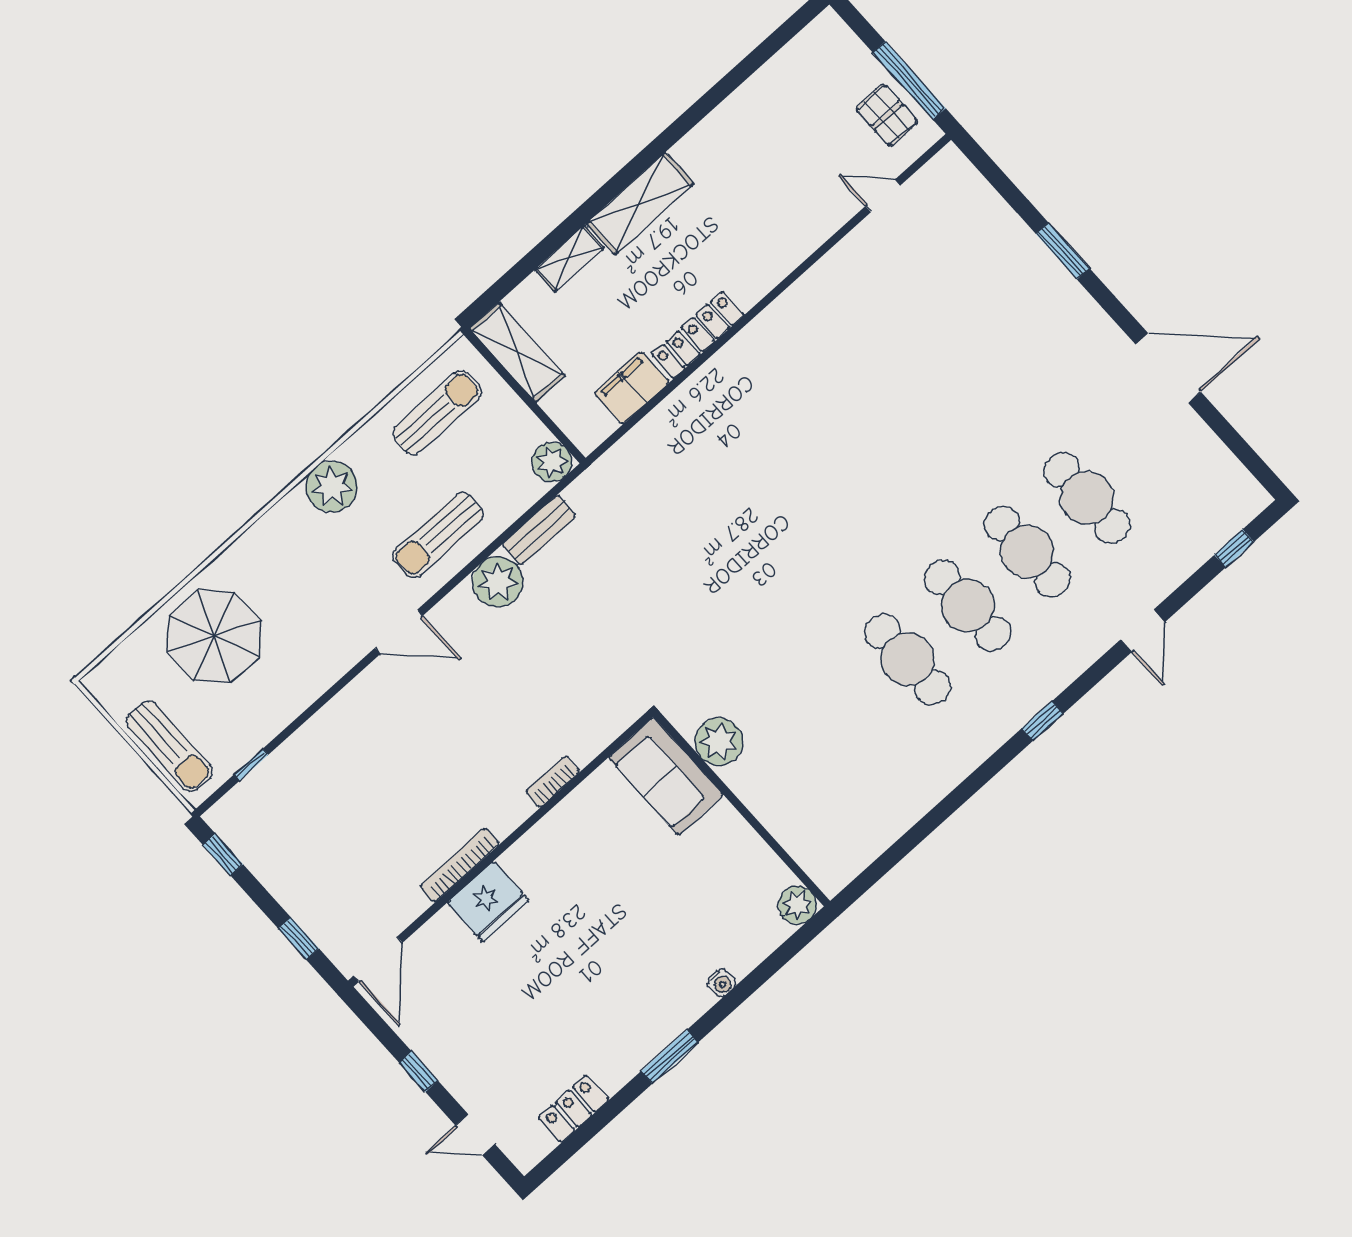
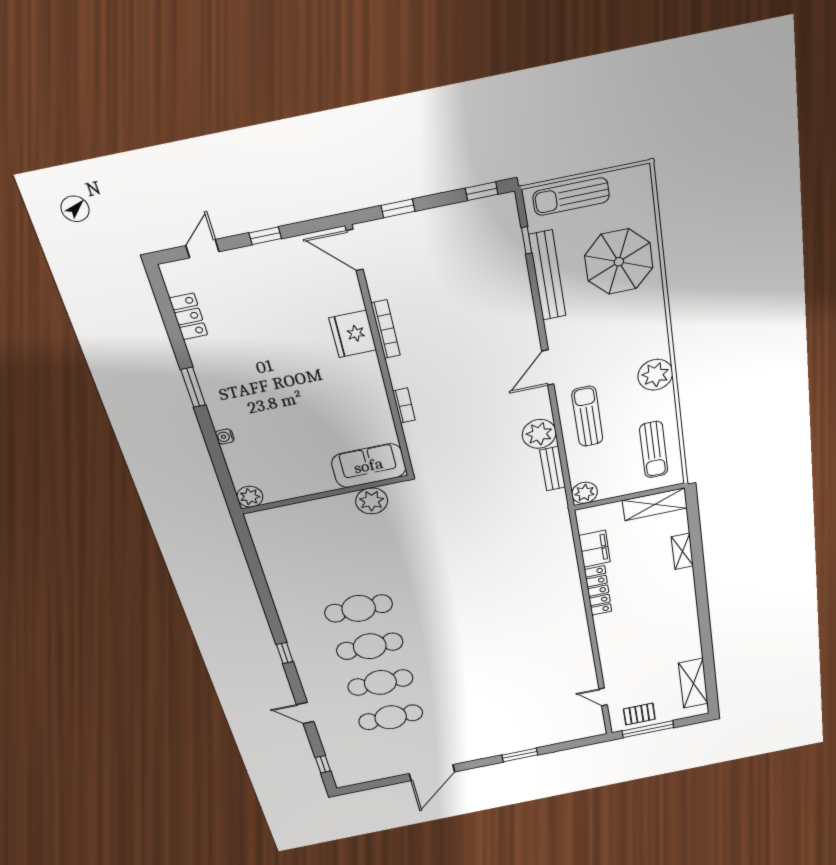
door: (883, 196) -> (603, 697), swing flipped
shelving: (640, 203) -> (693, 683), moved
bench: (280, 711) -> (547, 276), added

